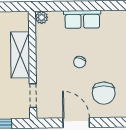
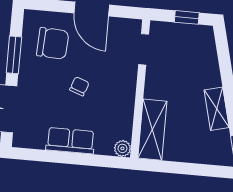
shelving: (20, 55) -> (152, 130), moved
chair: (104, 93) -> (53, 43), turned 93

